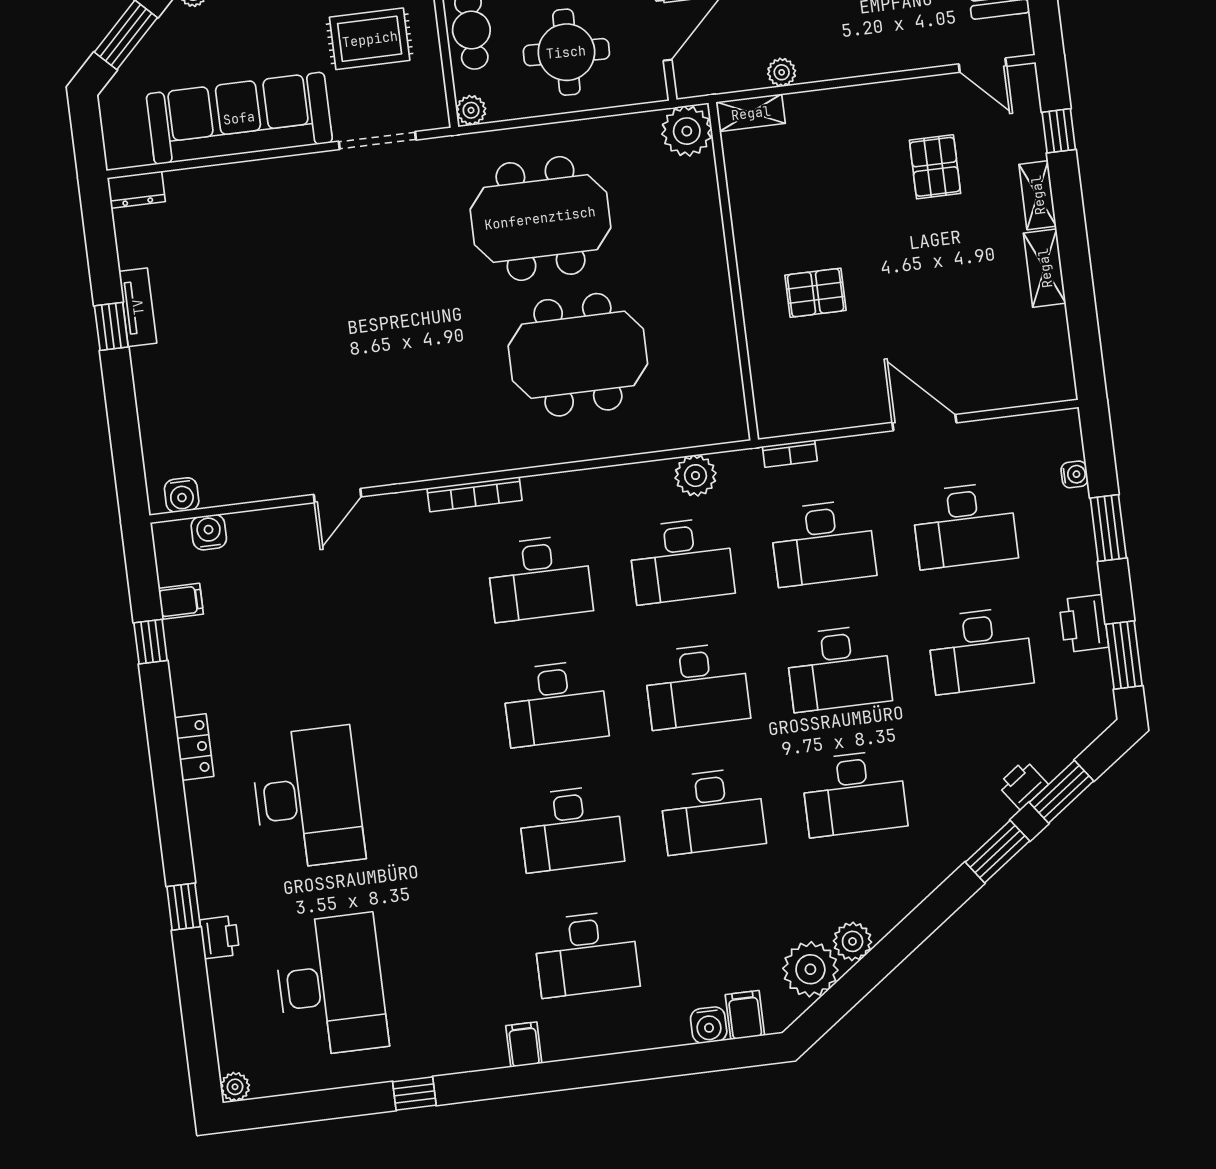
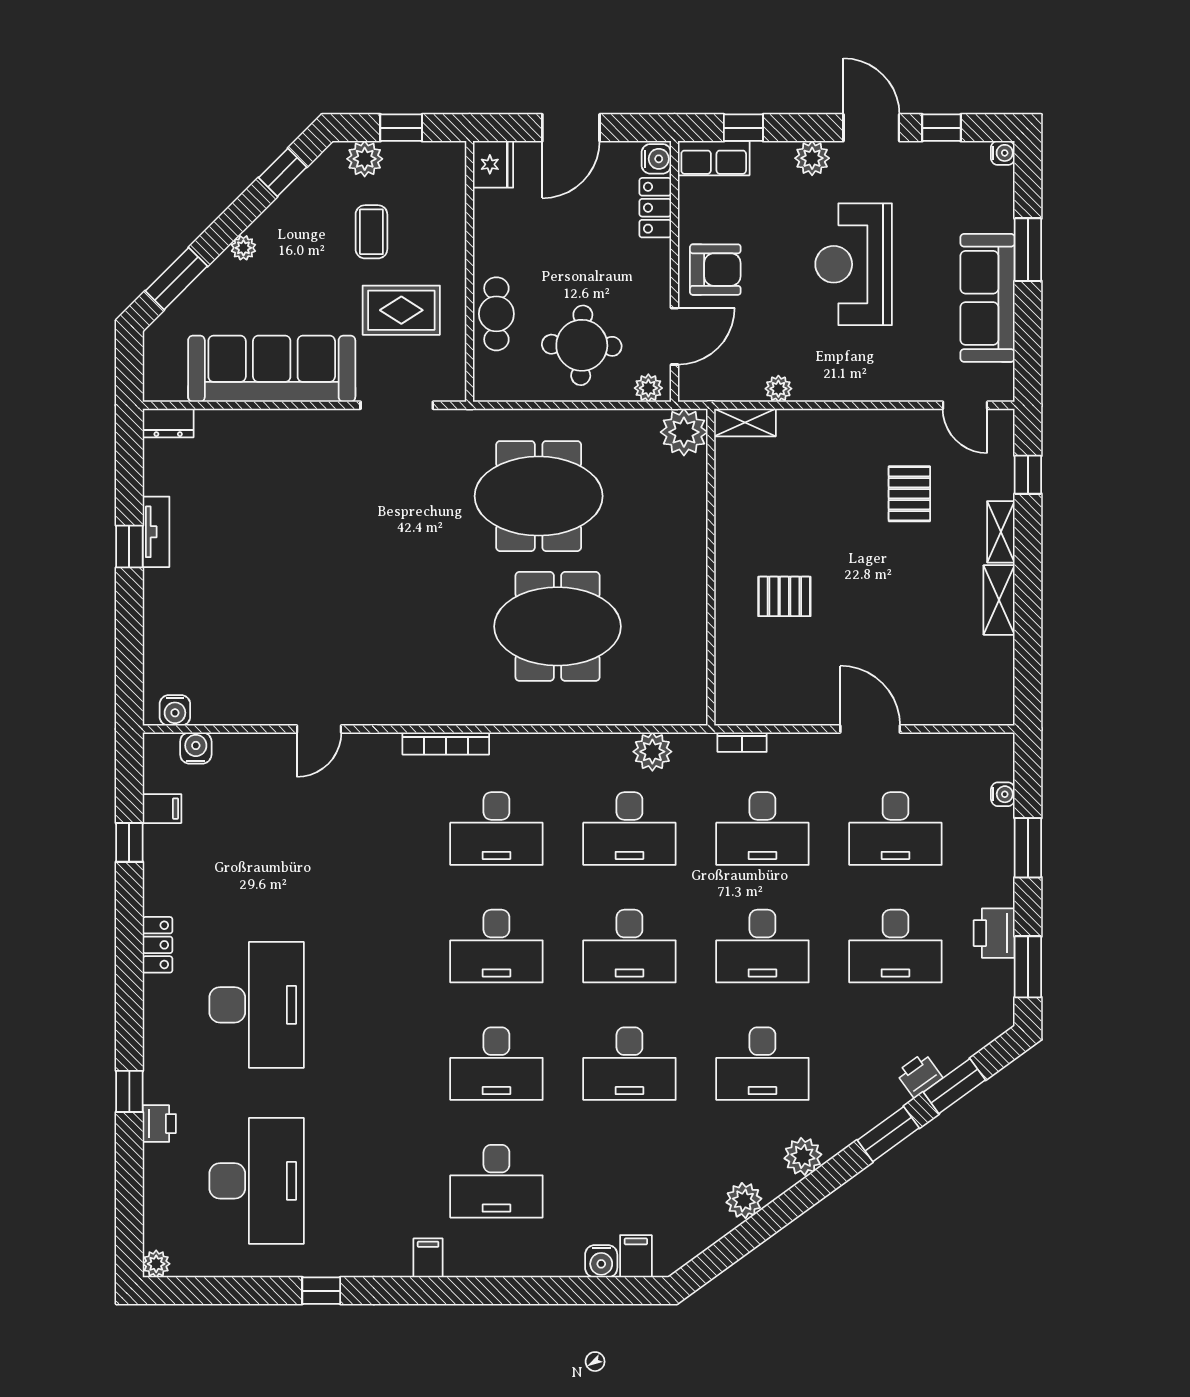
plant: (471, 110) -> (648, 388), moved
plant: (810, 969) -> (803, 1156), moved, width x0.73, depth x0.73

